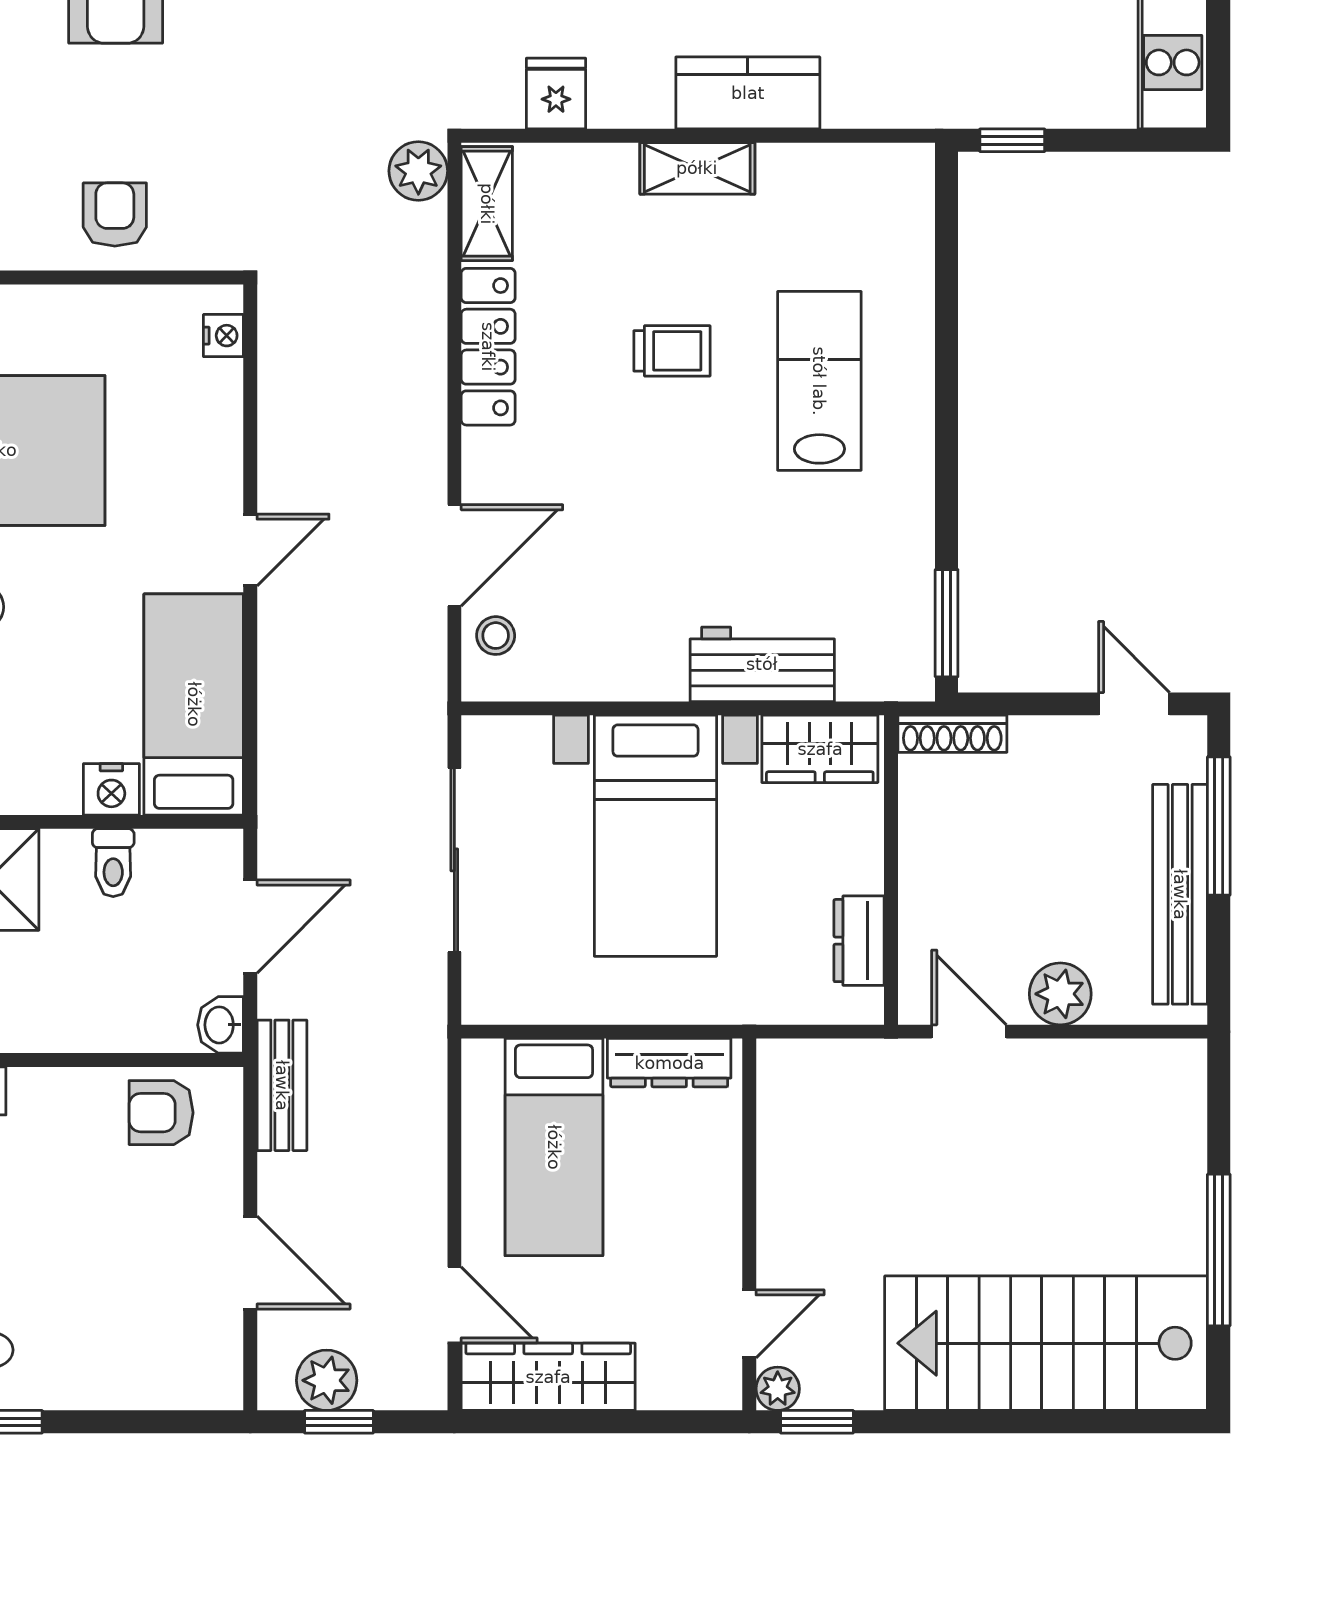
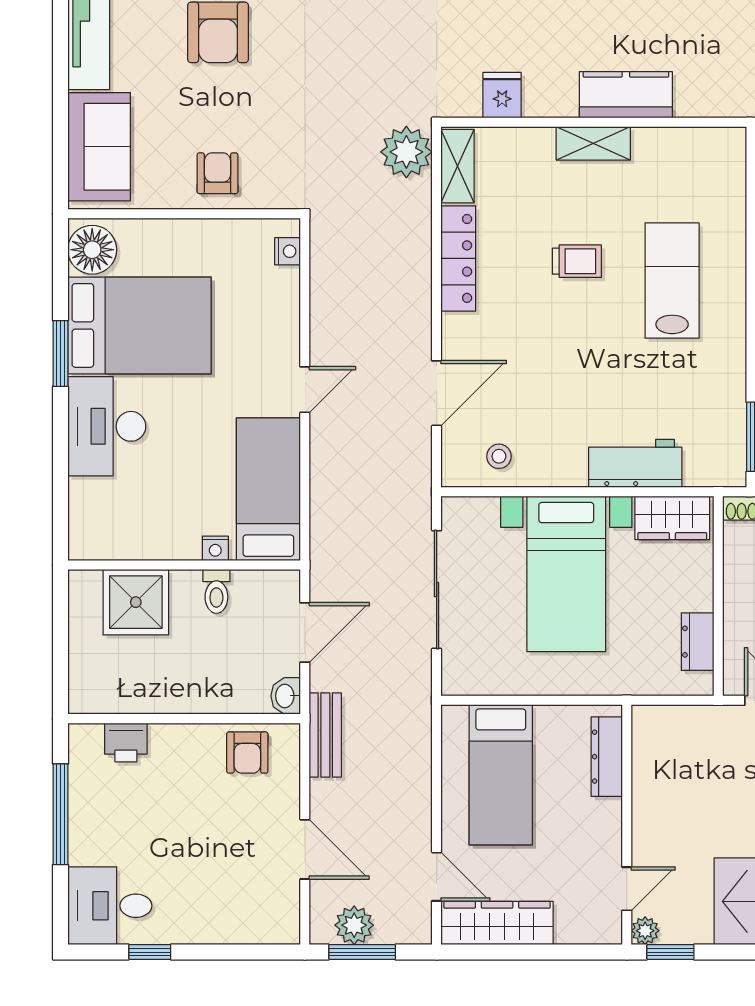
plant: (418, 171) -> (406, 152), width x1.36, depth x1.36
stool: (496, 636) -> (499, 456), moved
nightstand: (111, 789) -> (215, 548), width x0.72, depth x0.74
dresser: (669, 1063) -> (607, 757), moved, turned 90
armchair: (161, 1113) -> (247, 753), turned -90
window: (339, 1422) -> (362, 952), width x1.50

